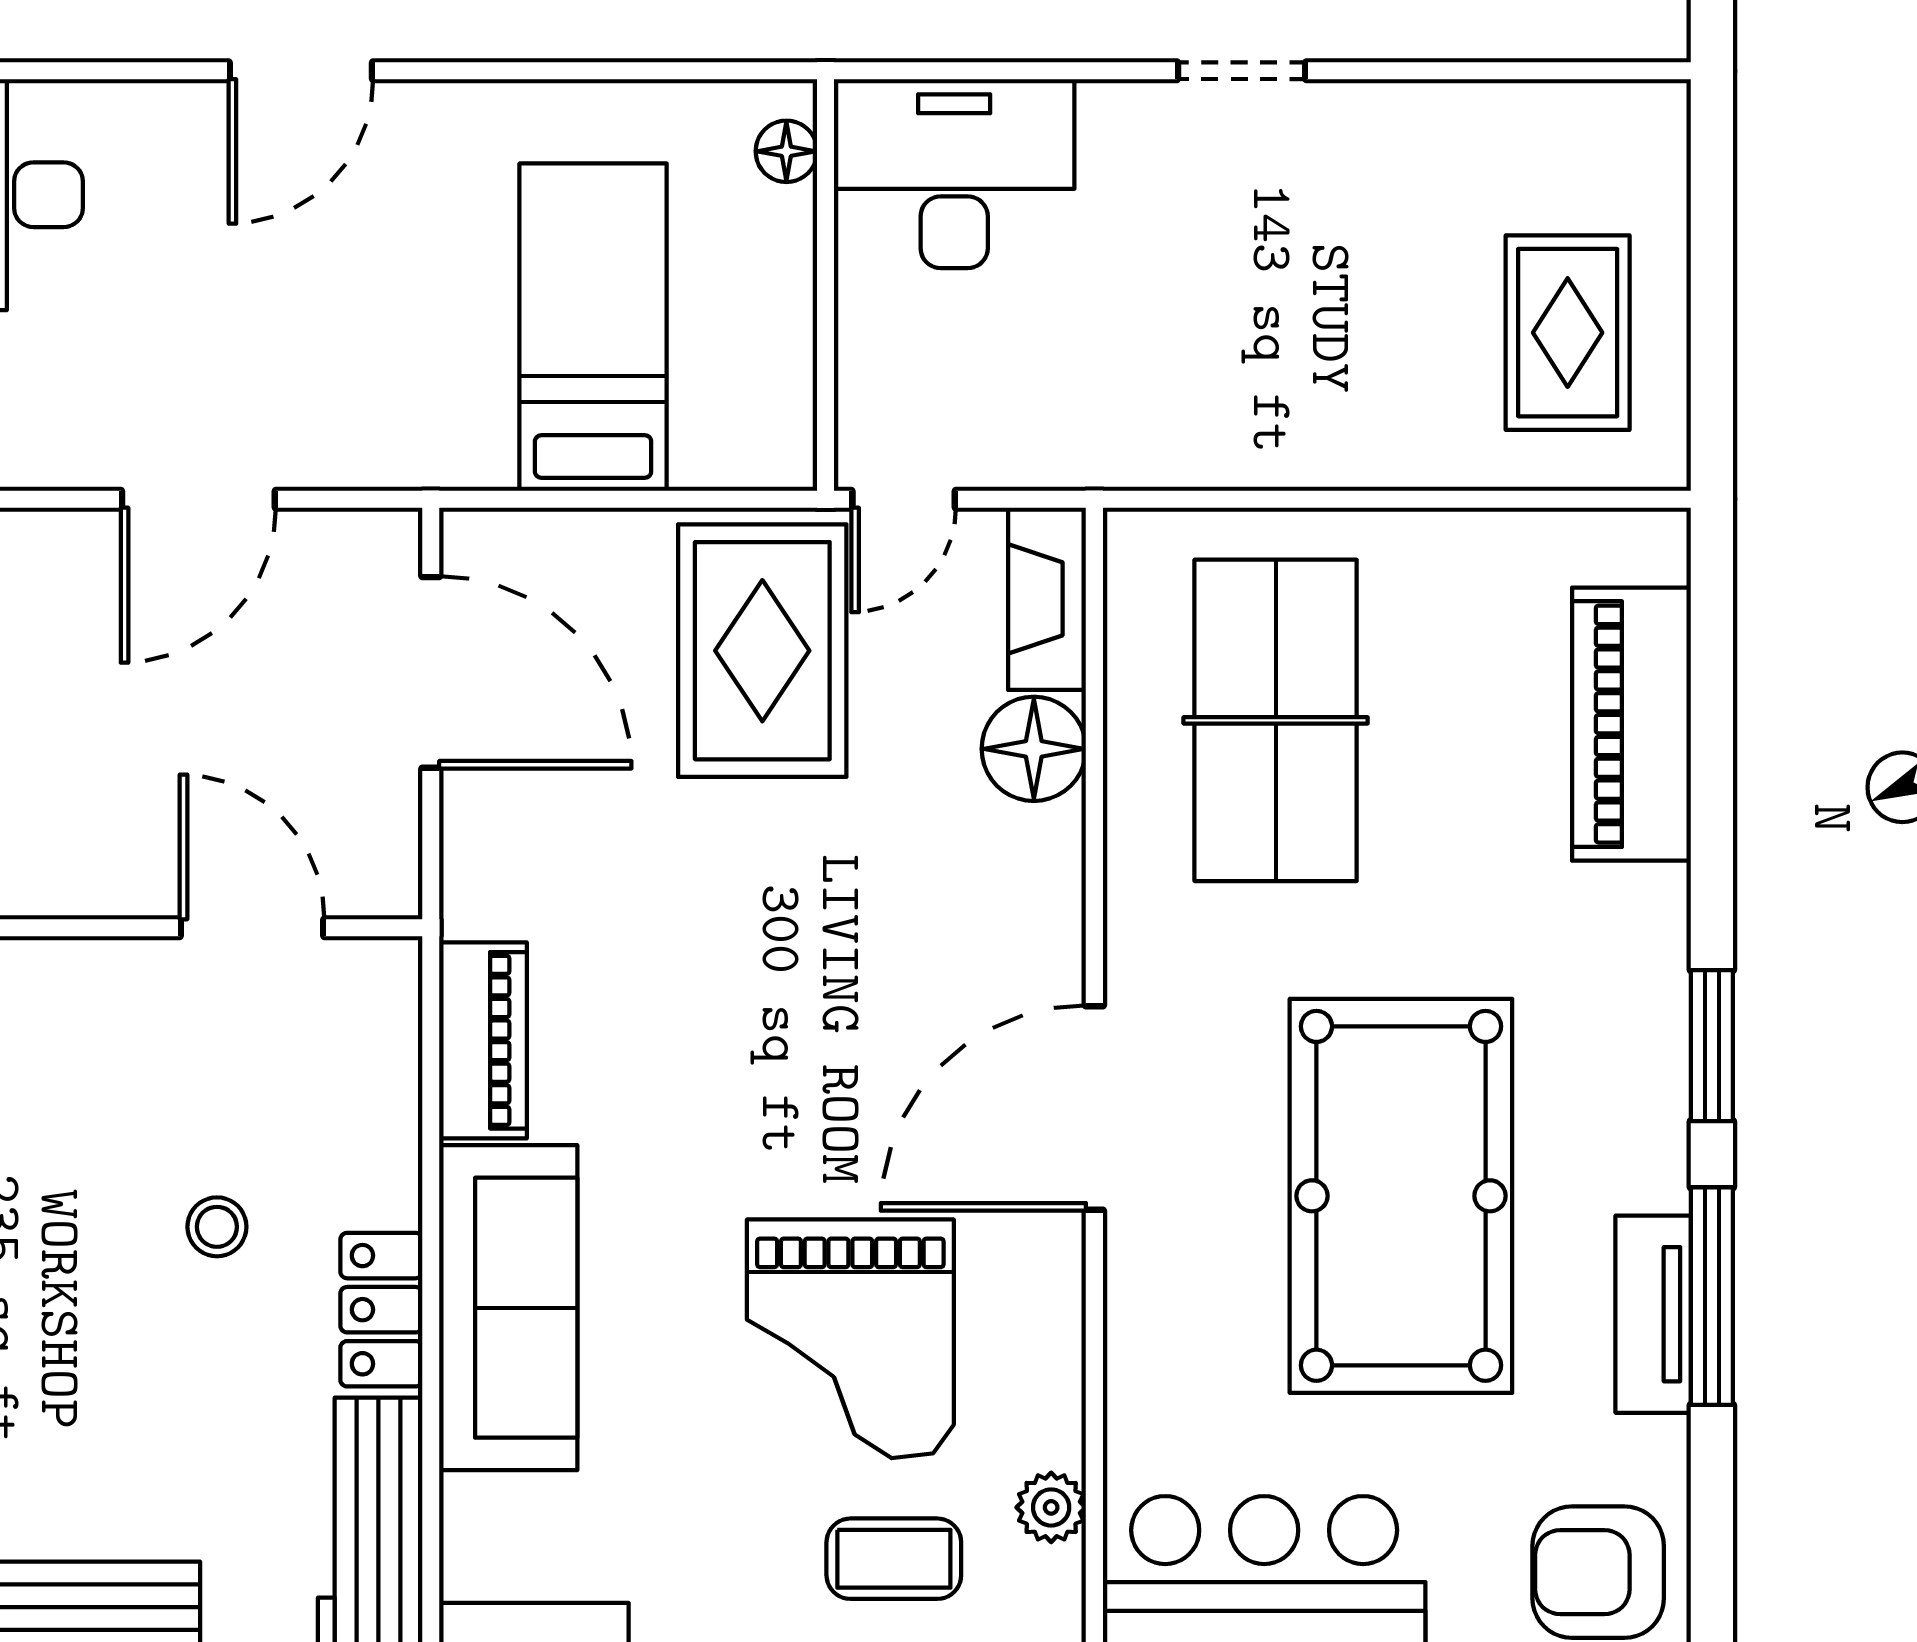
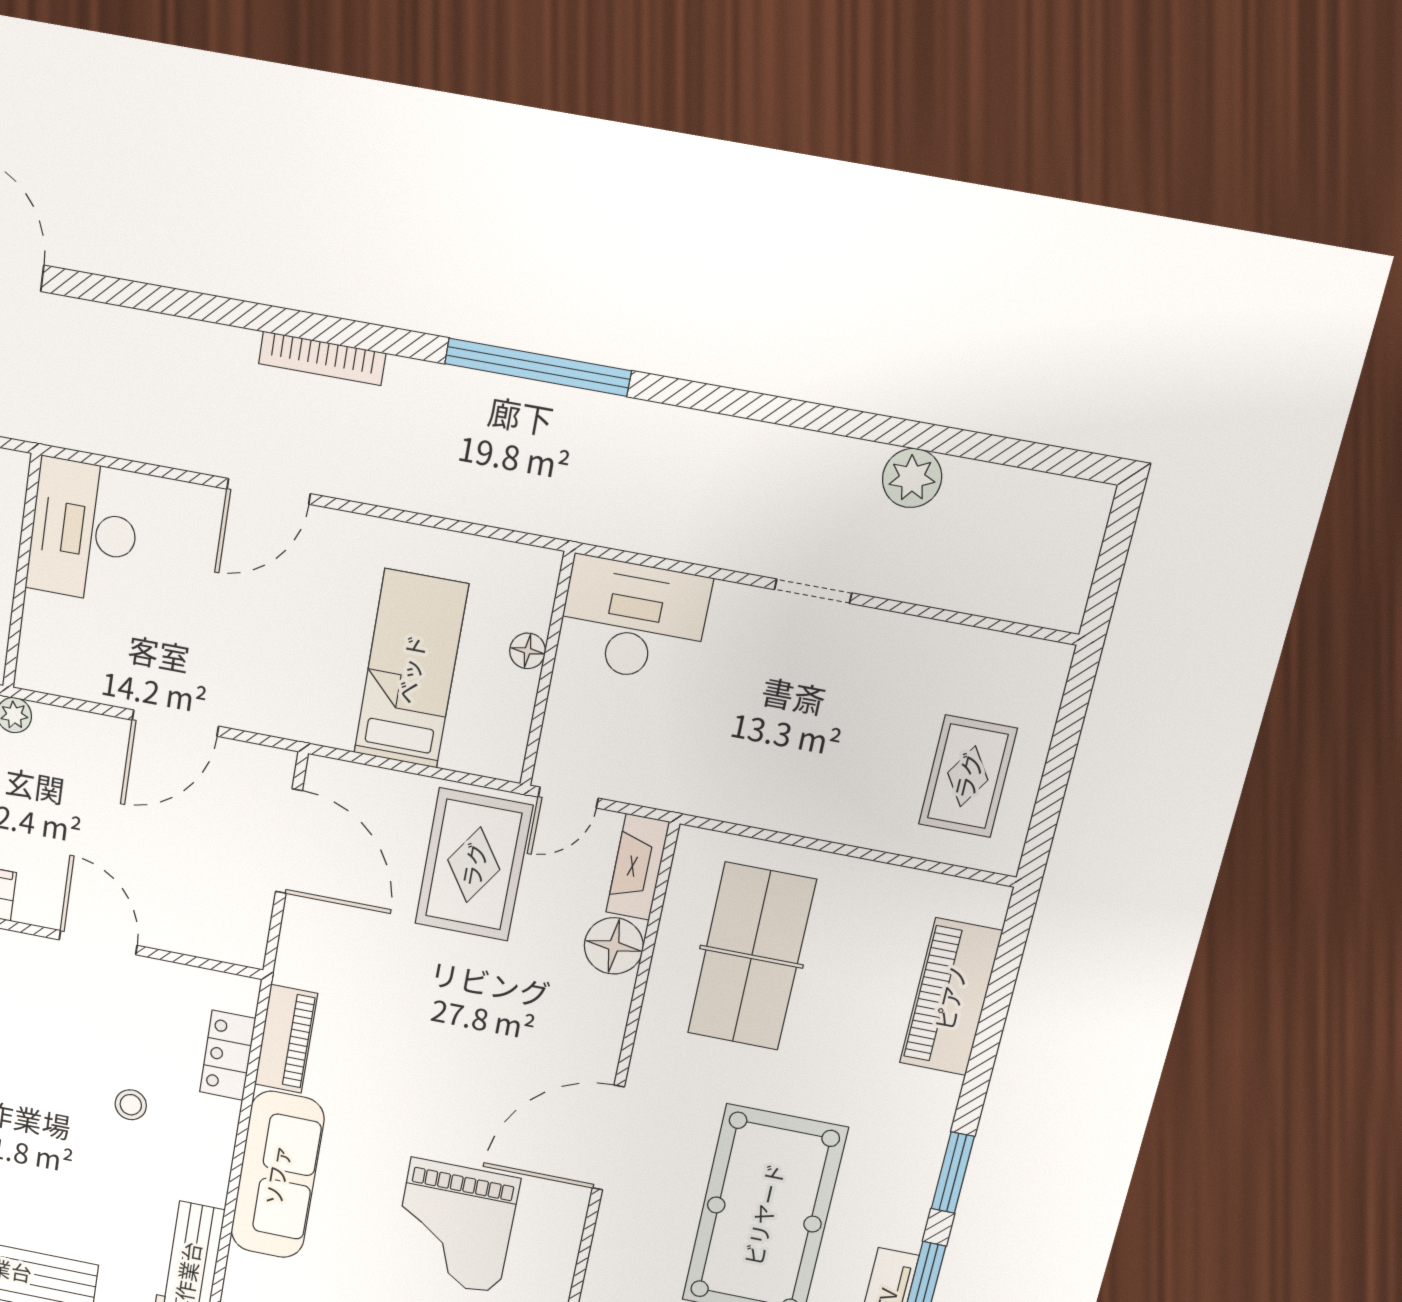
floor lamp: (786, 151) -> (528, 651), moved
door: (252, 928) -> (98, 943), moved
locker: (381, 1310) -> (228, 1055), moved

